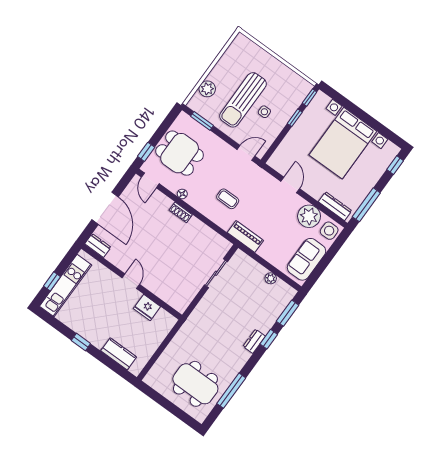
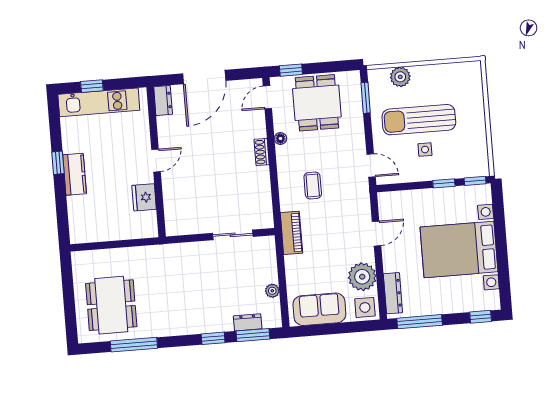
dresser: (254, 341) -> (248, 322), moved
kitchen counter: (119, 354) -> (75, 174), moved

